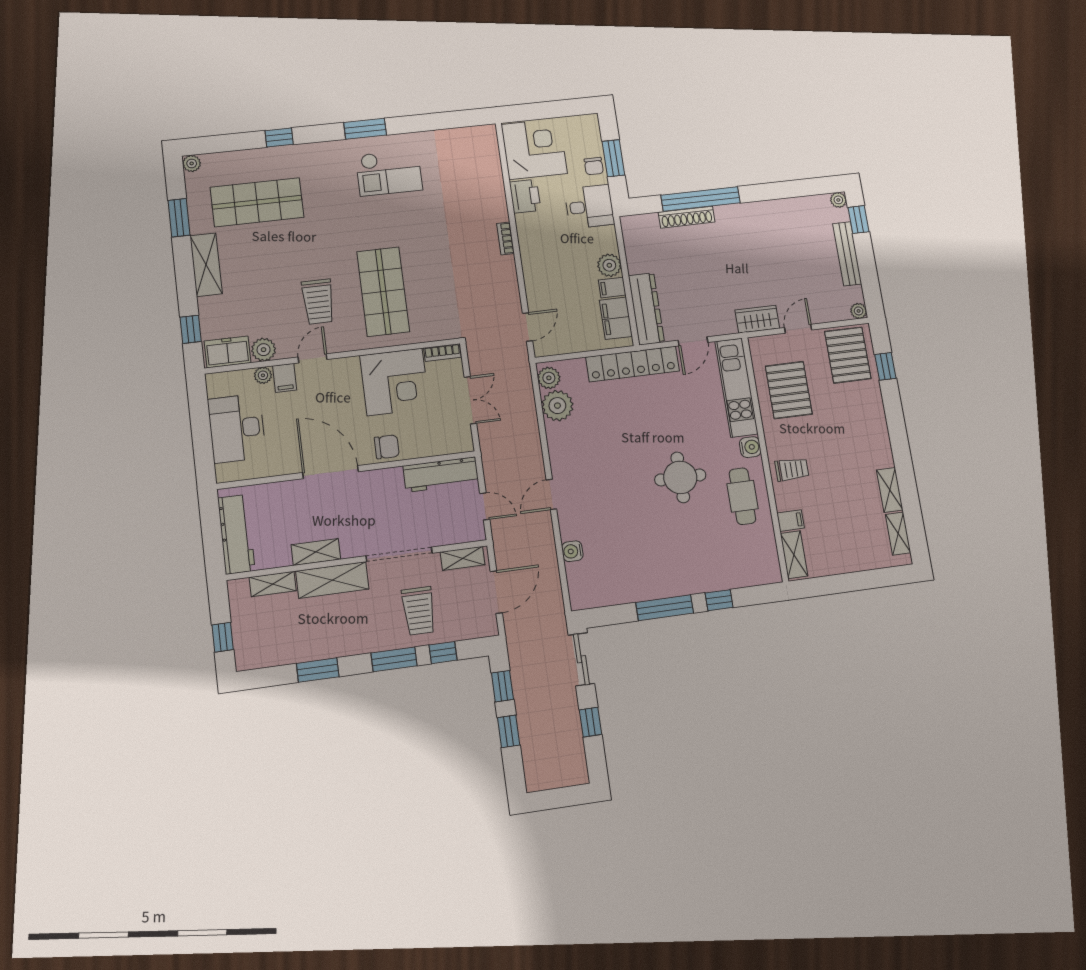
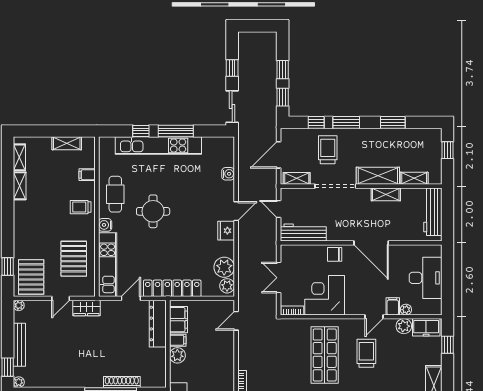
fridge: (563, 462) -> (226, 231), added
shelving: (794, 555) -> (67, 143), moved, turned 90
kitchen unit: (688, 581) -> (158, 146), added

